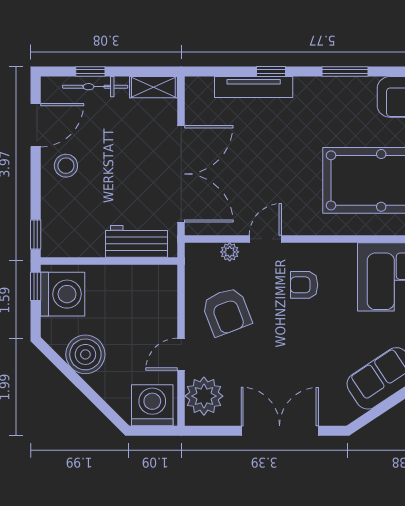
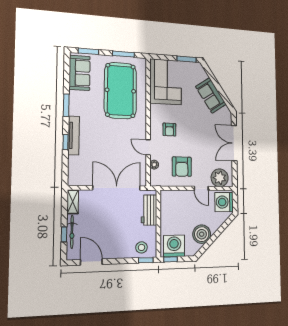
tv unit: (254, 87) -> (74, 135), moved
stool: (66, 166) -> (142, 247), moved
armchair: (227, 312) -> (182, 167), turned 111

